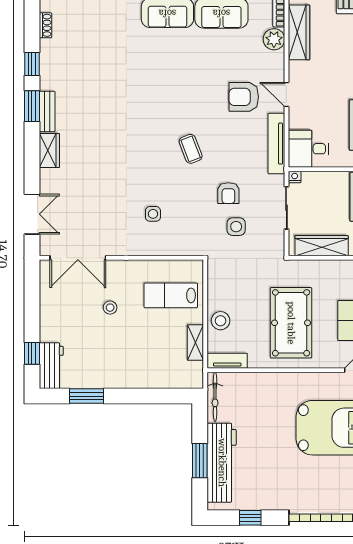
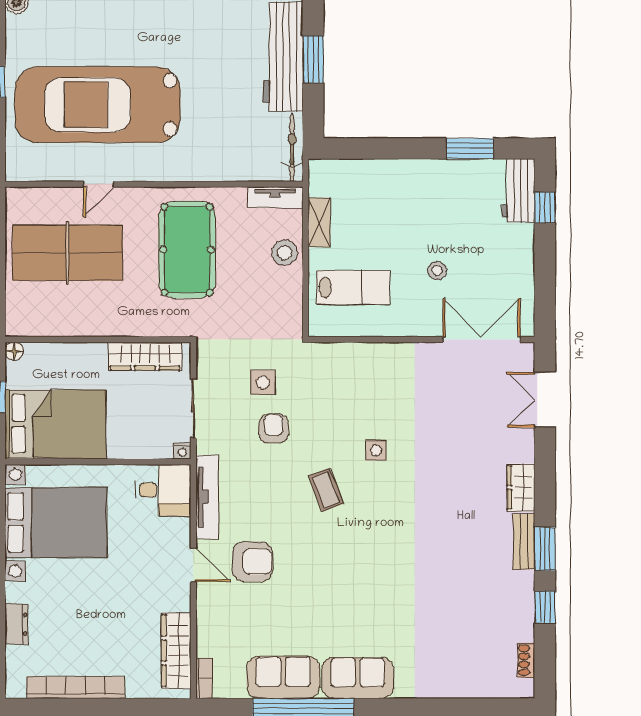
plant: (274, 39) -> (211, 641), removed
side table: (153, 214) -> (376, 450), moved

